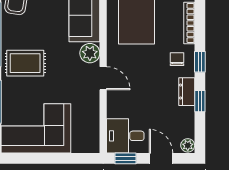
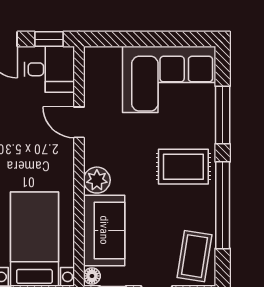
door: (103, 78) -> (79, 122), moved

